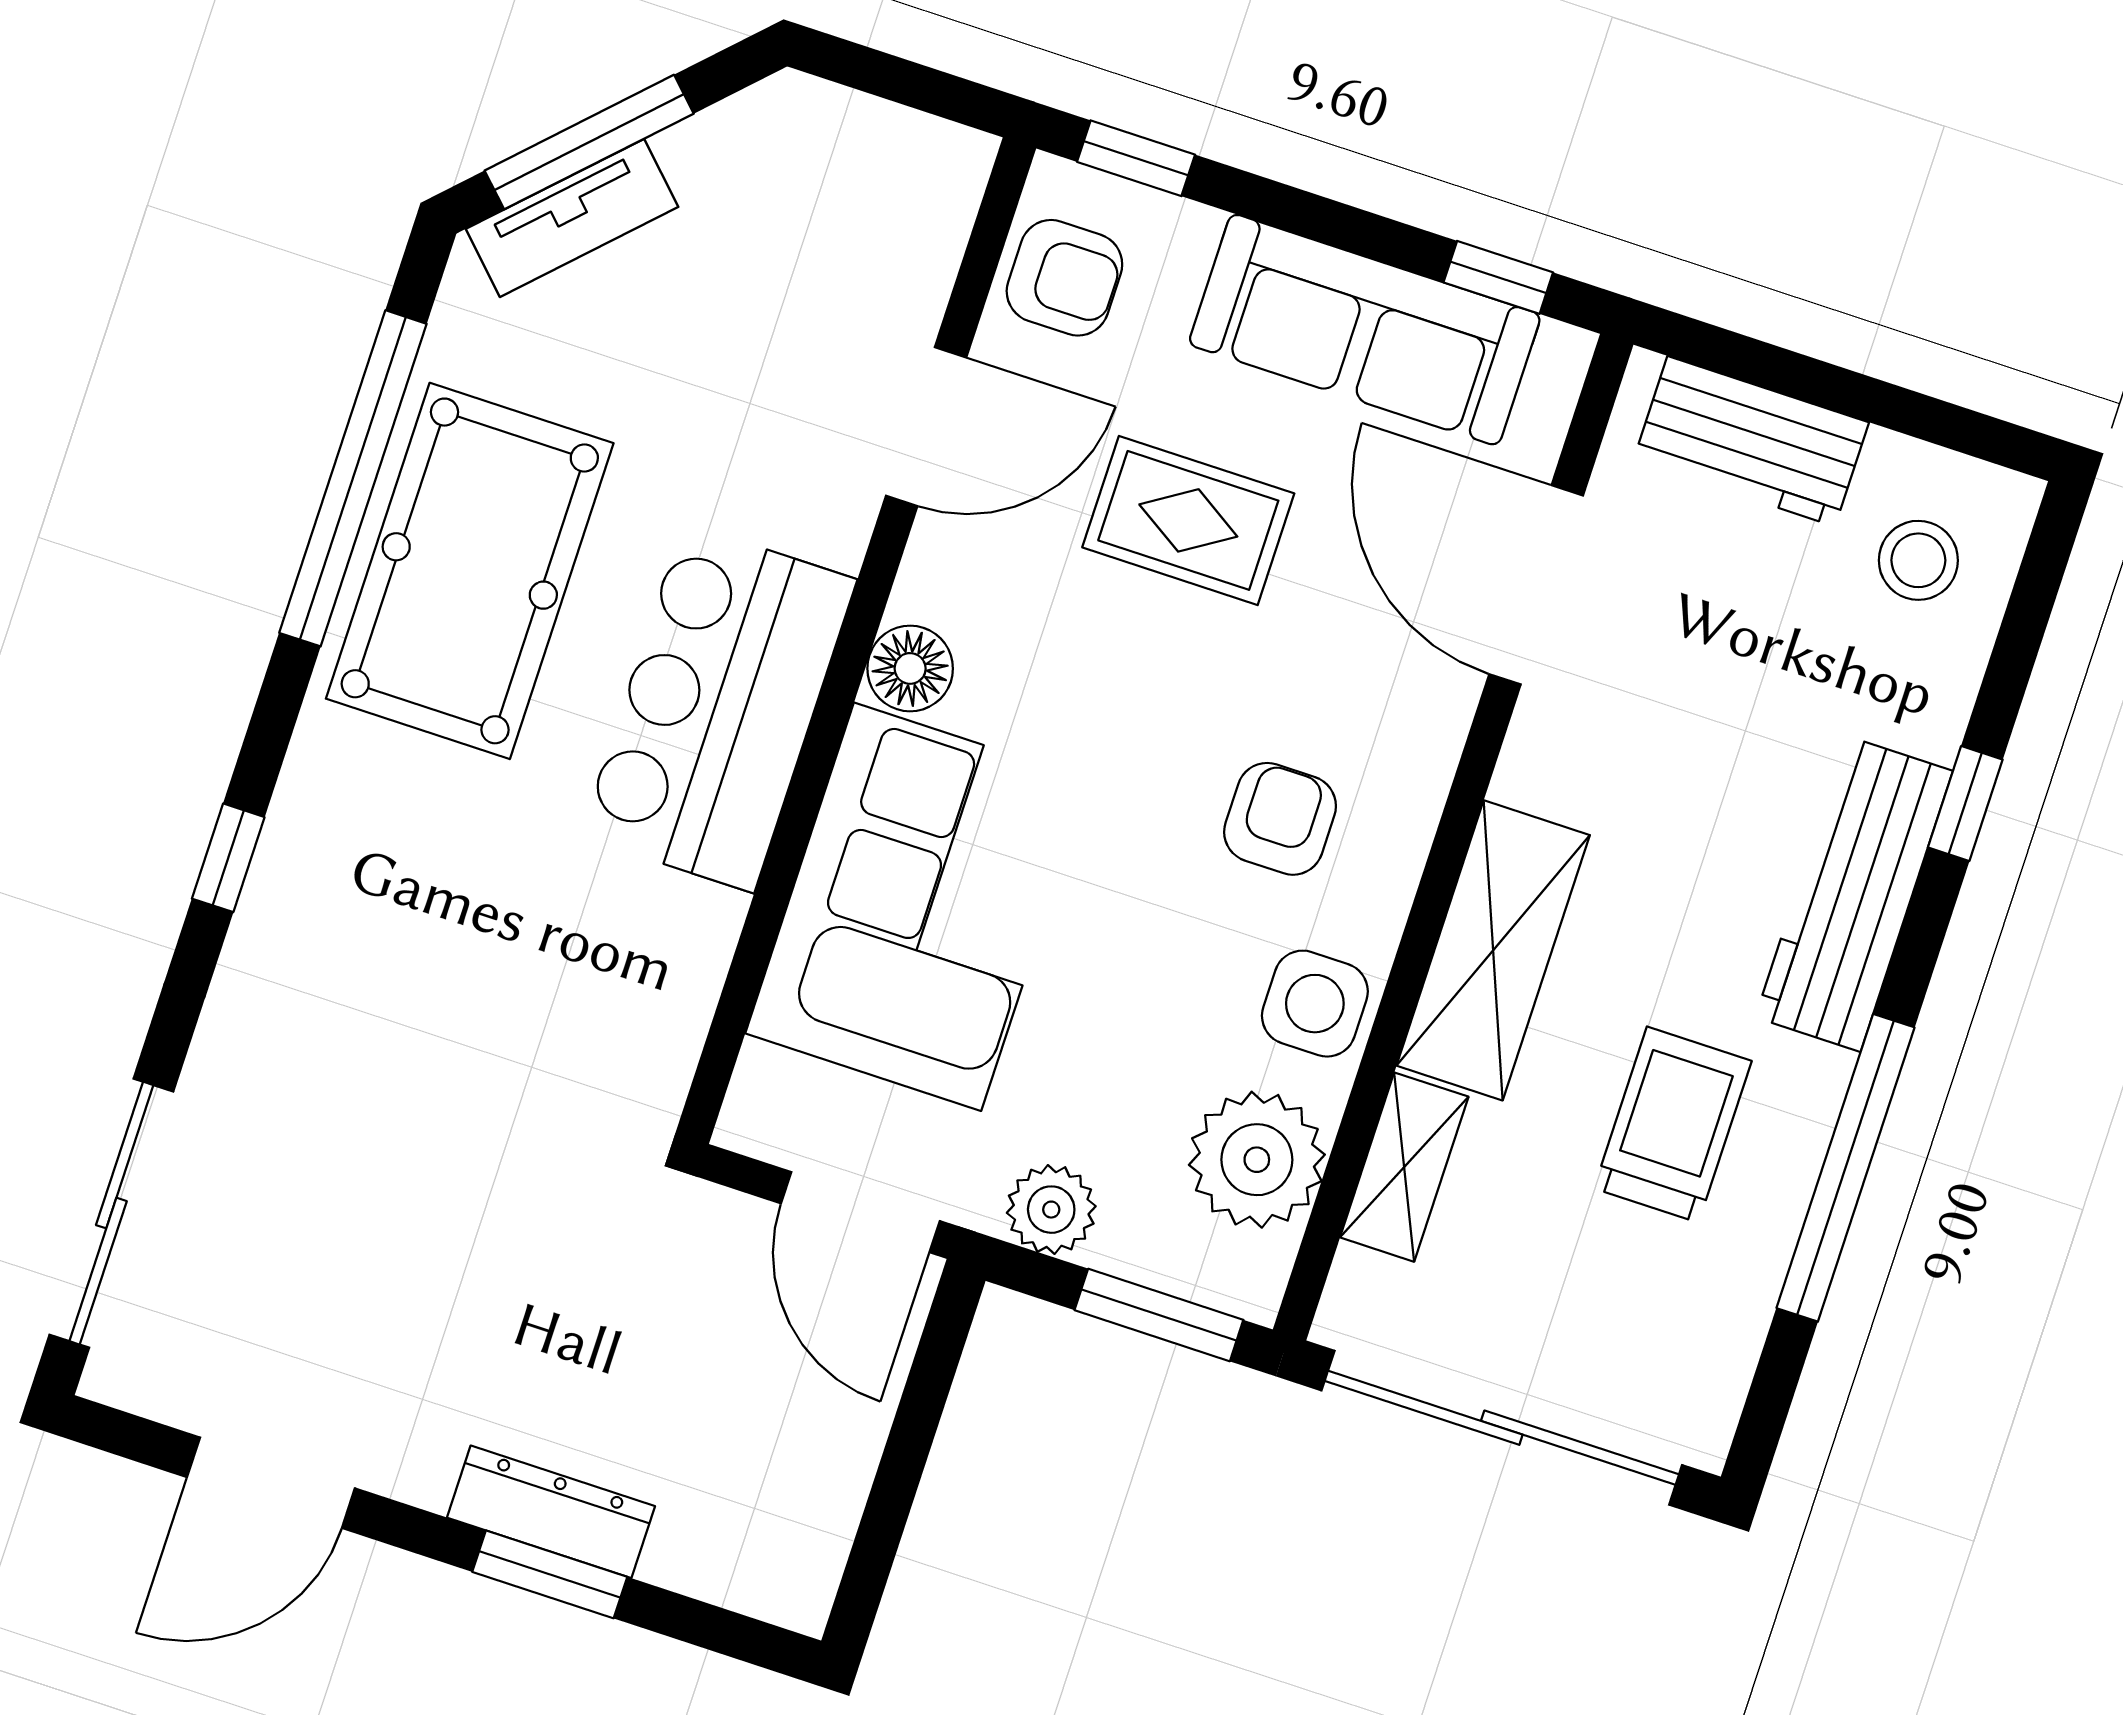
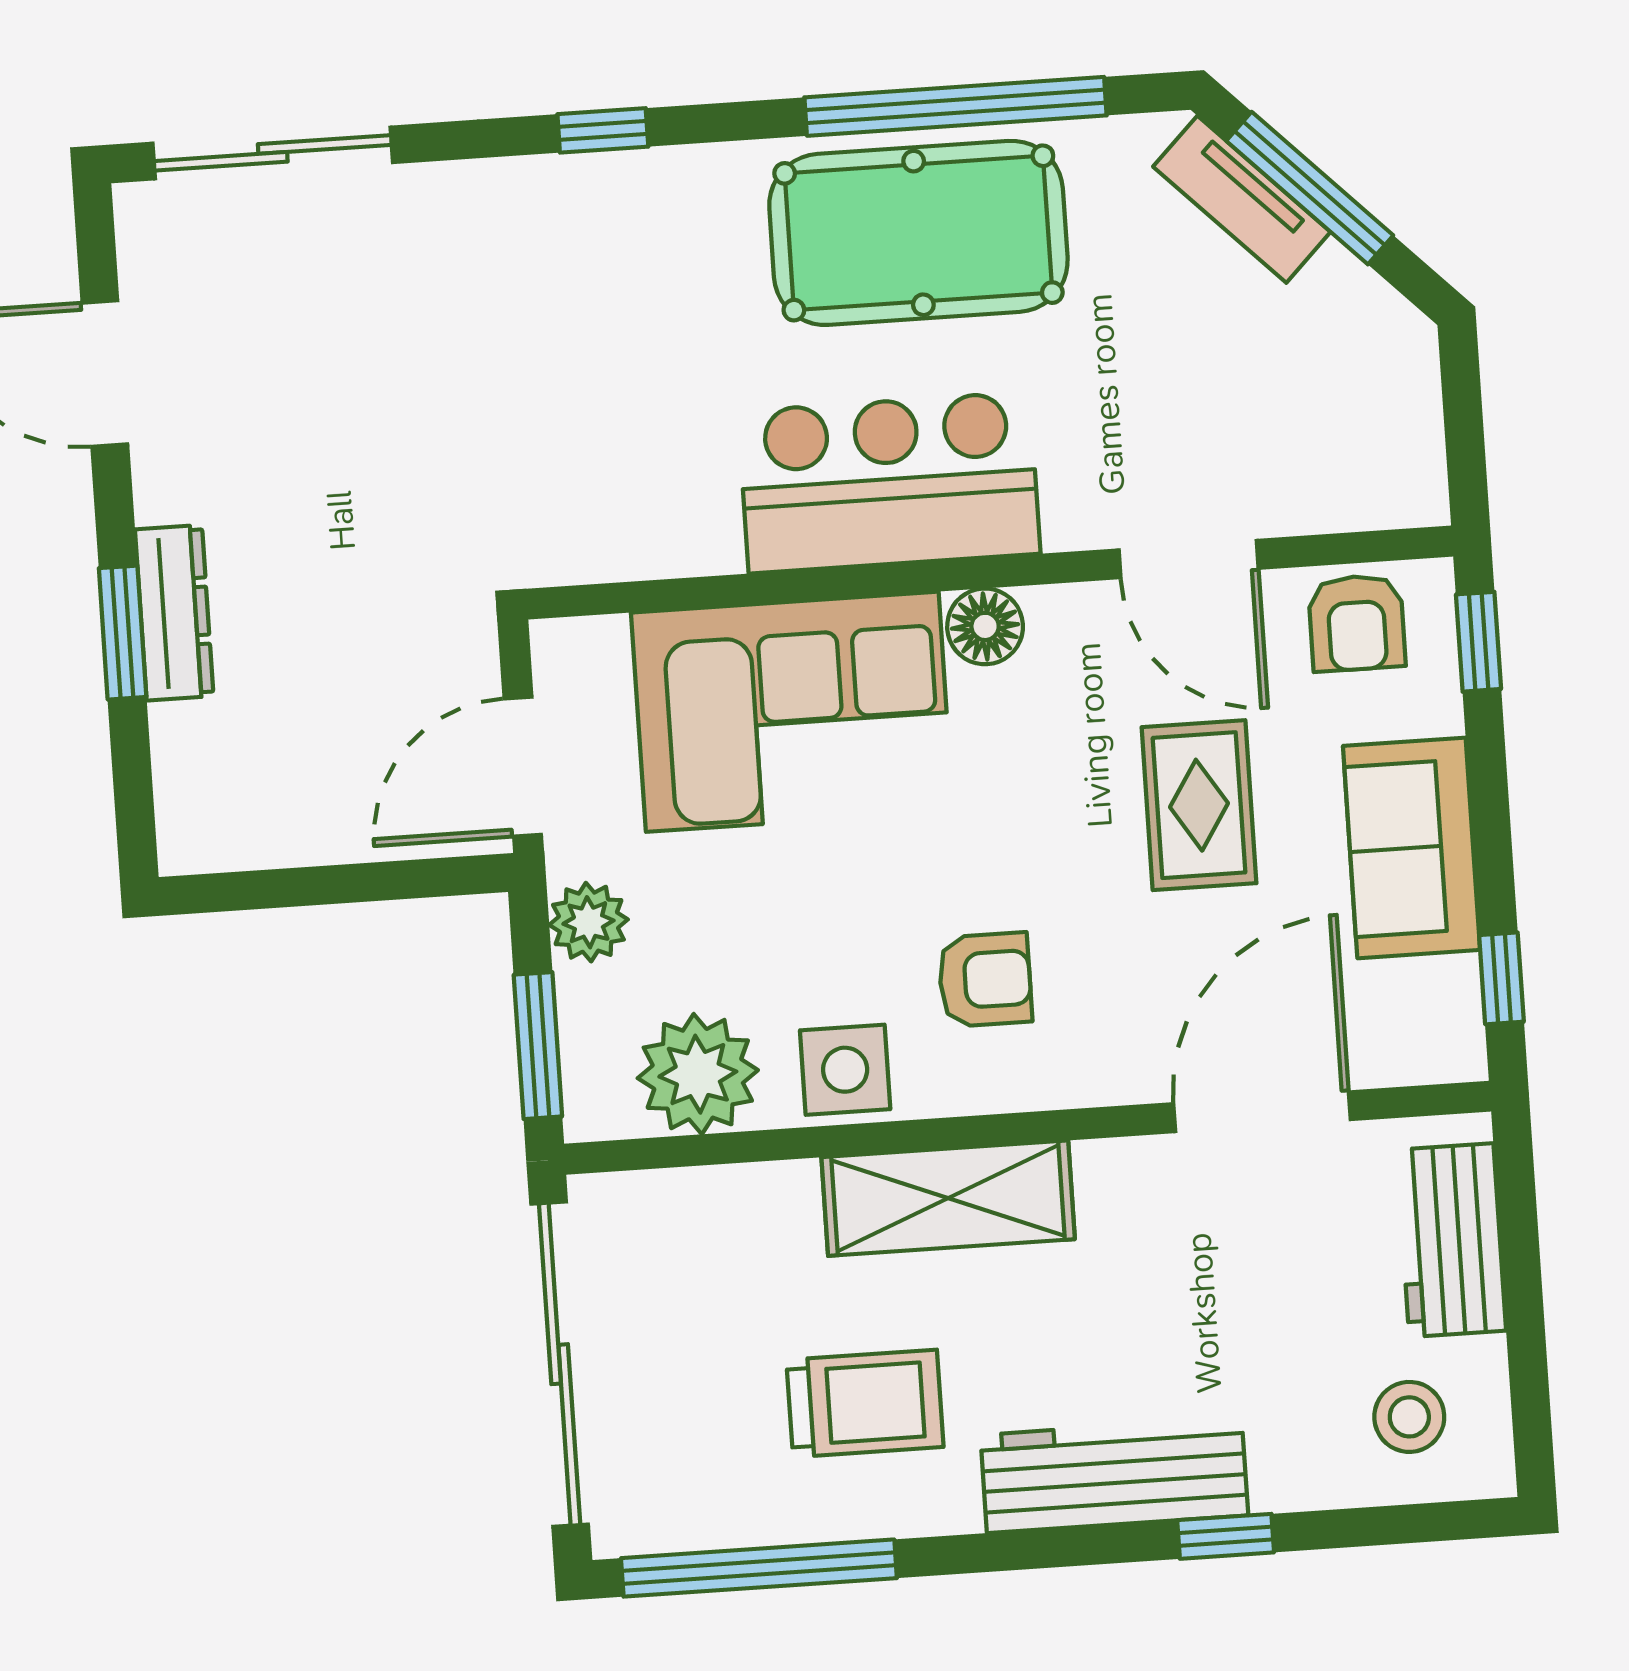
sofa: (1365, 330) -> (1412, 848), width x0.73
shelving: (1404, 1167) -> (741, 1197), removed
window: (1846, 1168) -> (759, 1568), moved

